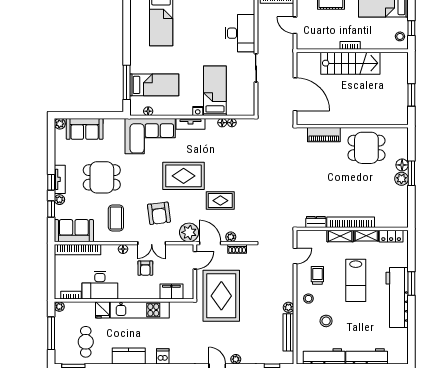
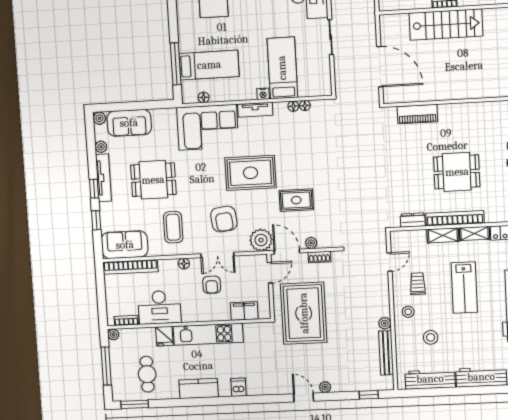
dining table: (366, 148) -> (457, 172), moved
tv unit: (60, 179) -> (103, 178), width x1.41
plant: (59, 200) -> (101, 147), moved

